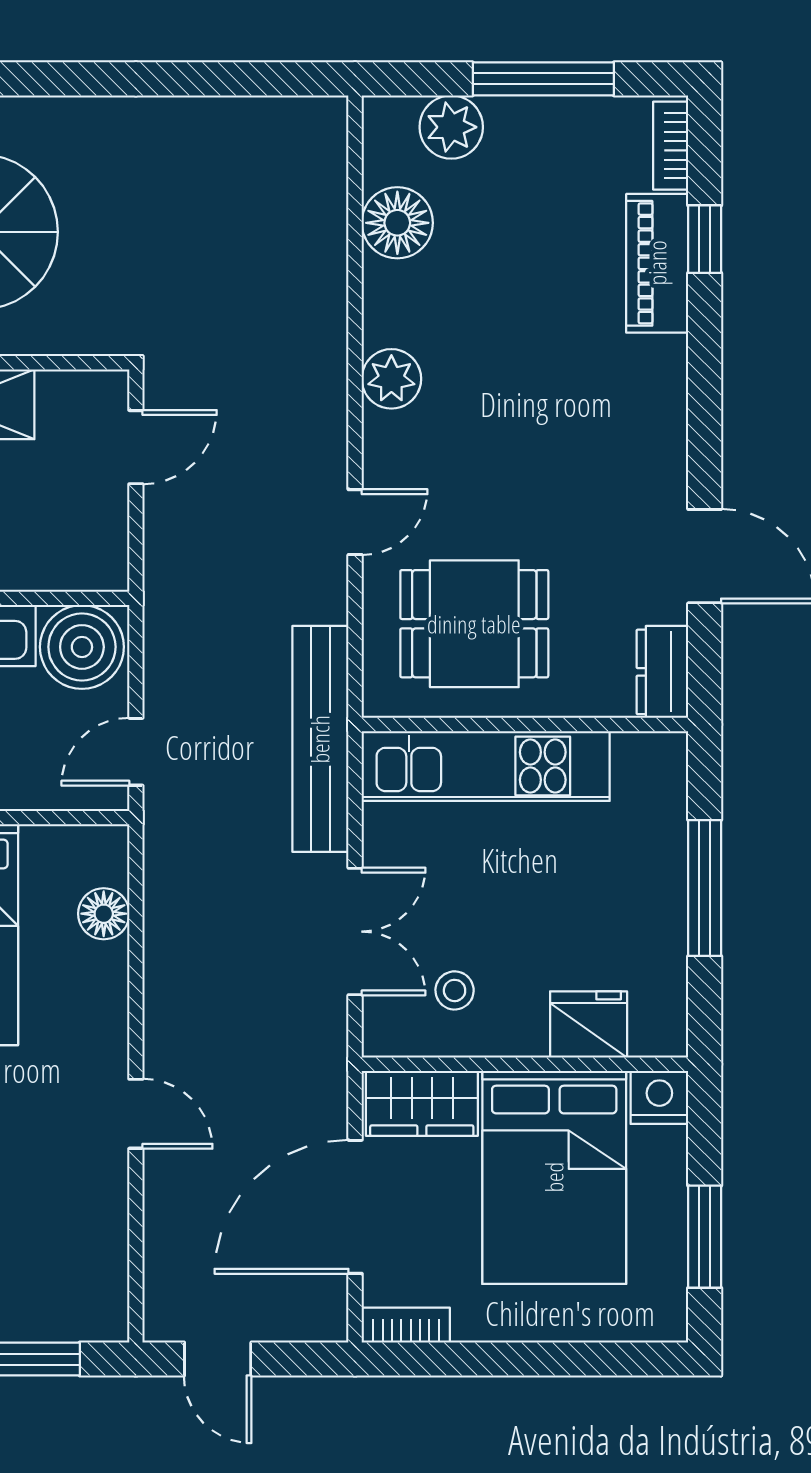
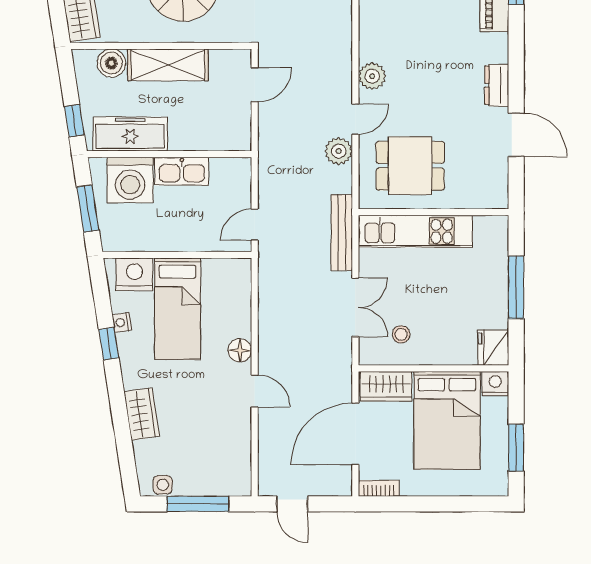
plant: (391, 379) -> (372, 76), moved
plant: (319, 592) -> (339, 151), added
boiler: (82, 647) -> (230, 176), removed
dresser: (662, 672) -> (497, 85), moved
bench: (320, 739) -> (342, 233), width x0.73, depth x0.82
floor lamp: (104, 914) -> (240, 350), moved
fridge: (589, 1024) -> (493, 348), moved, turned -90

